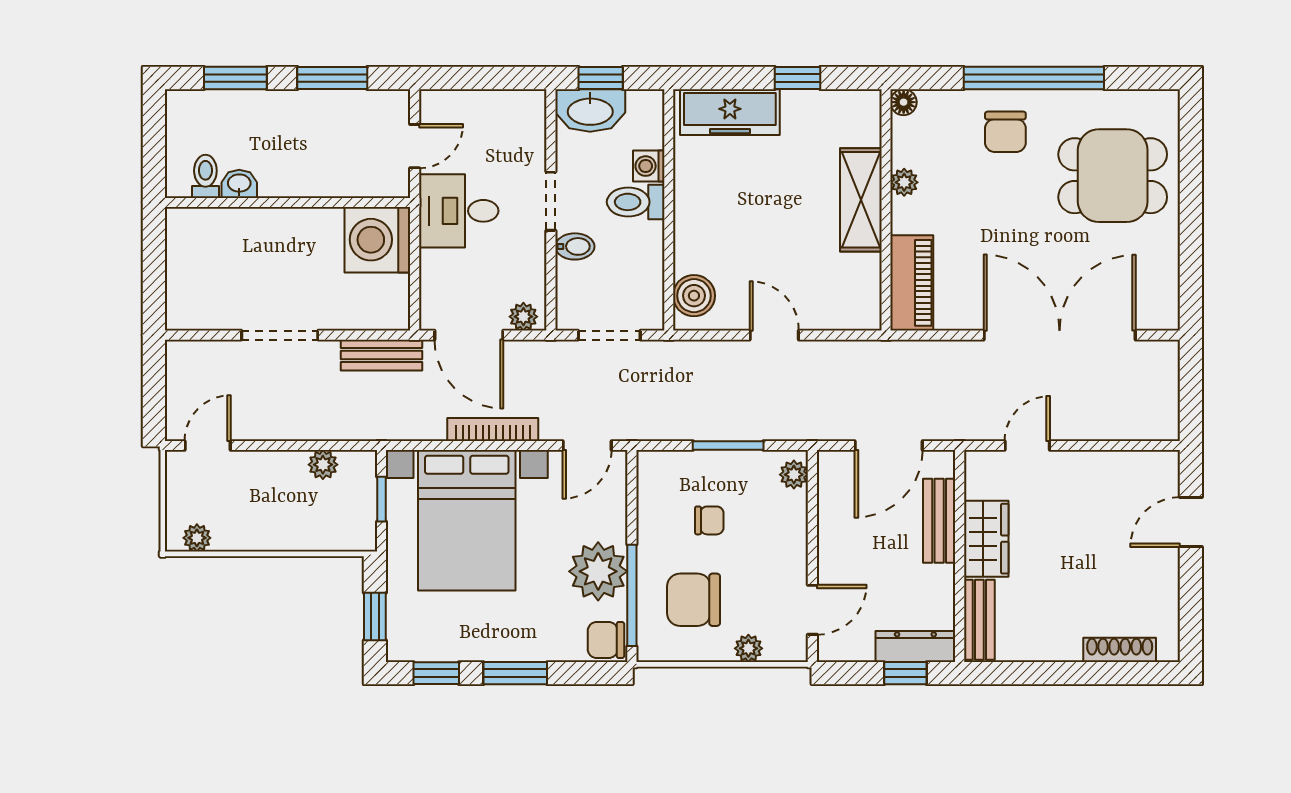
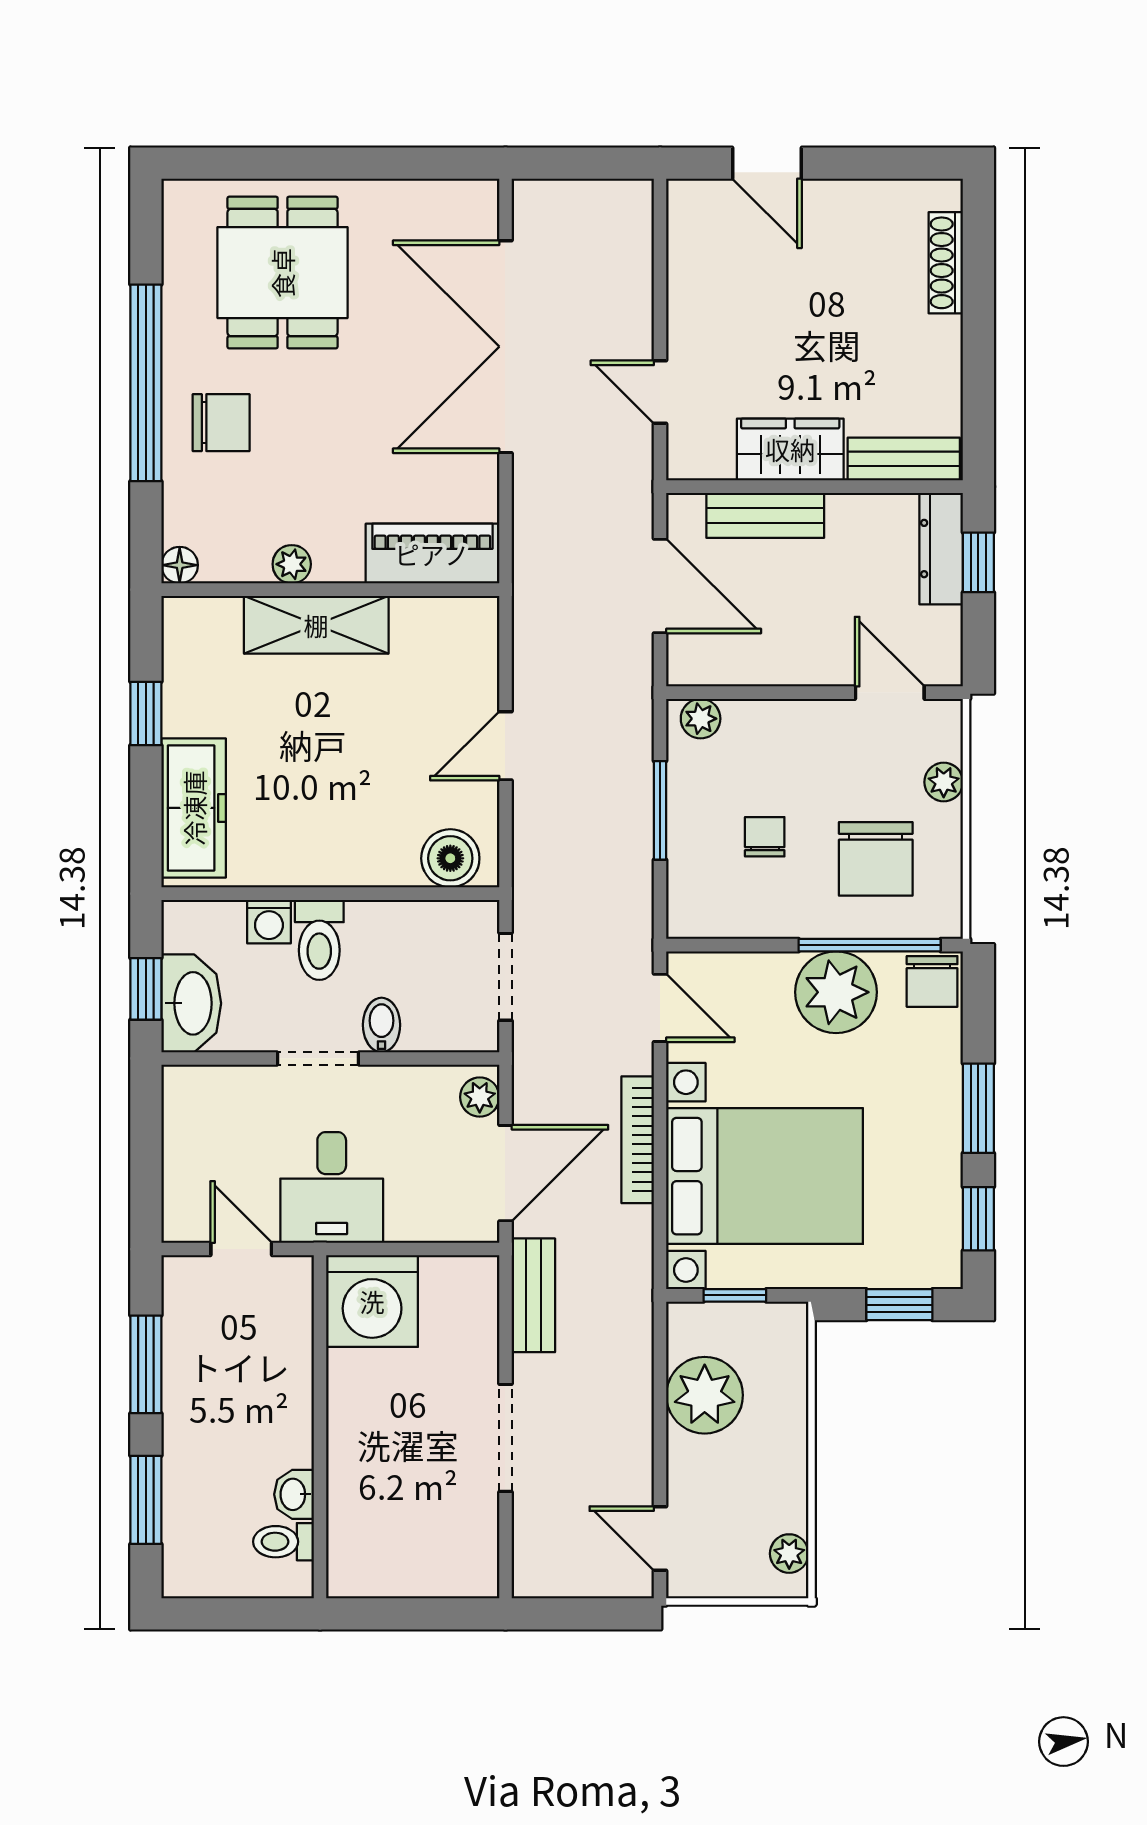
plant: (323, 465) -> (705, 1395), width x1.88, depth x1.88

